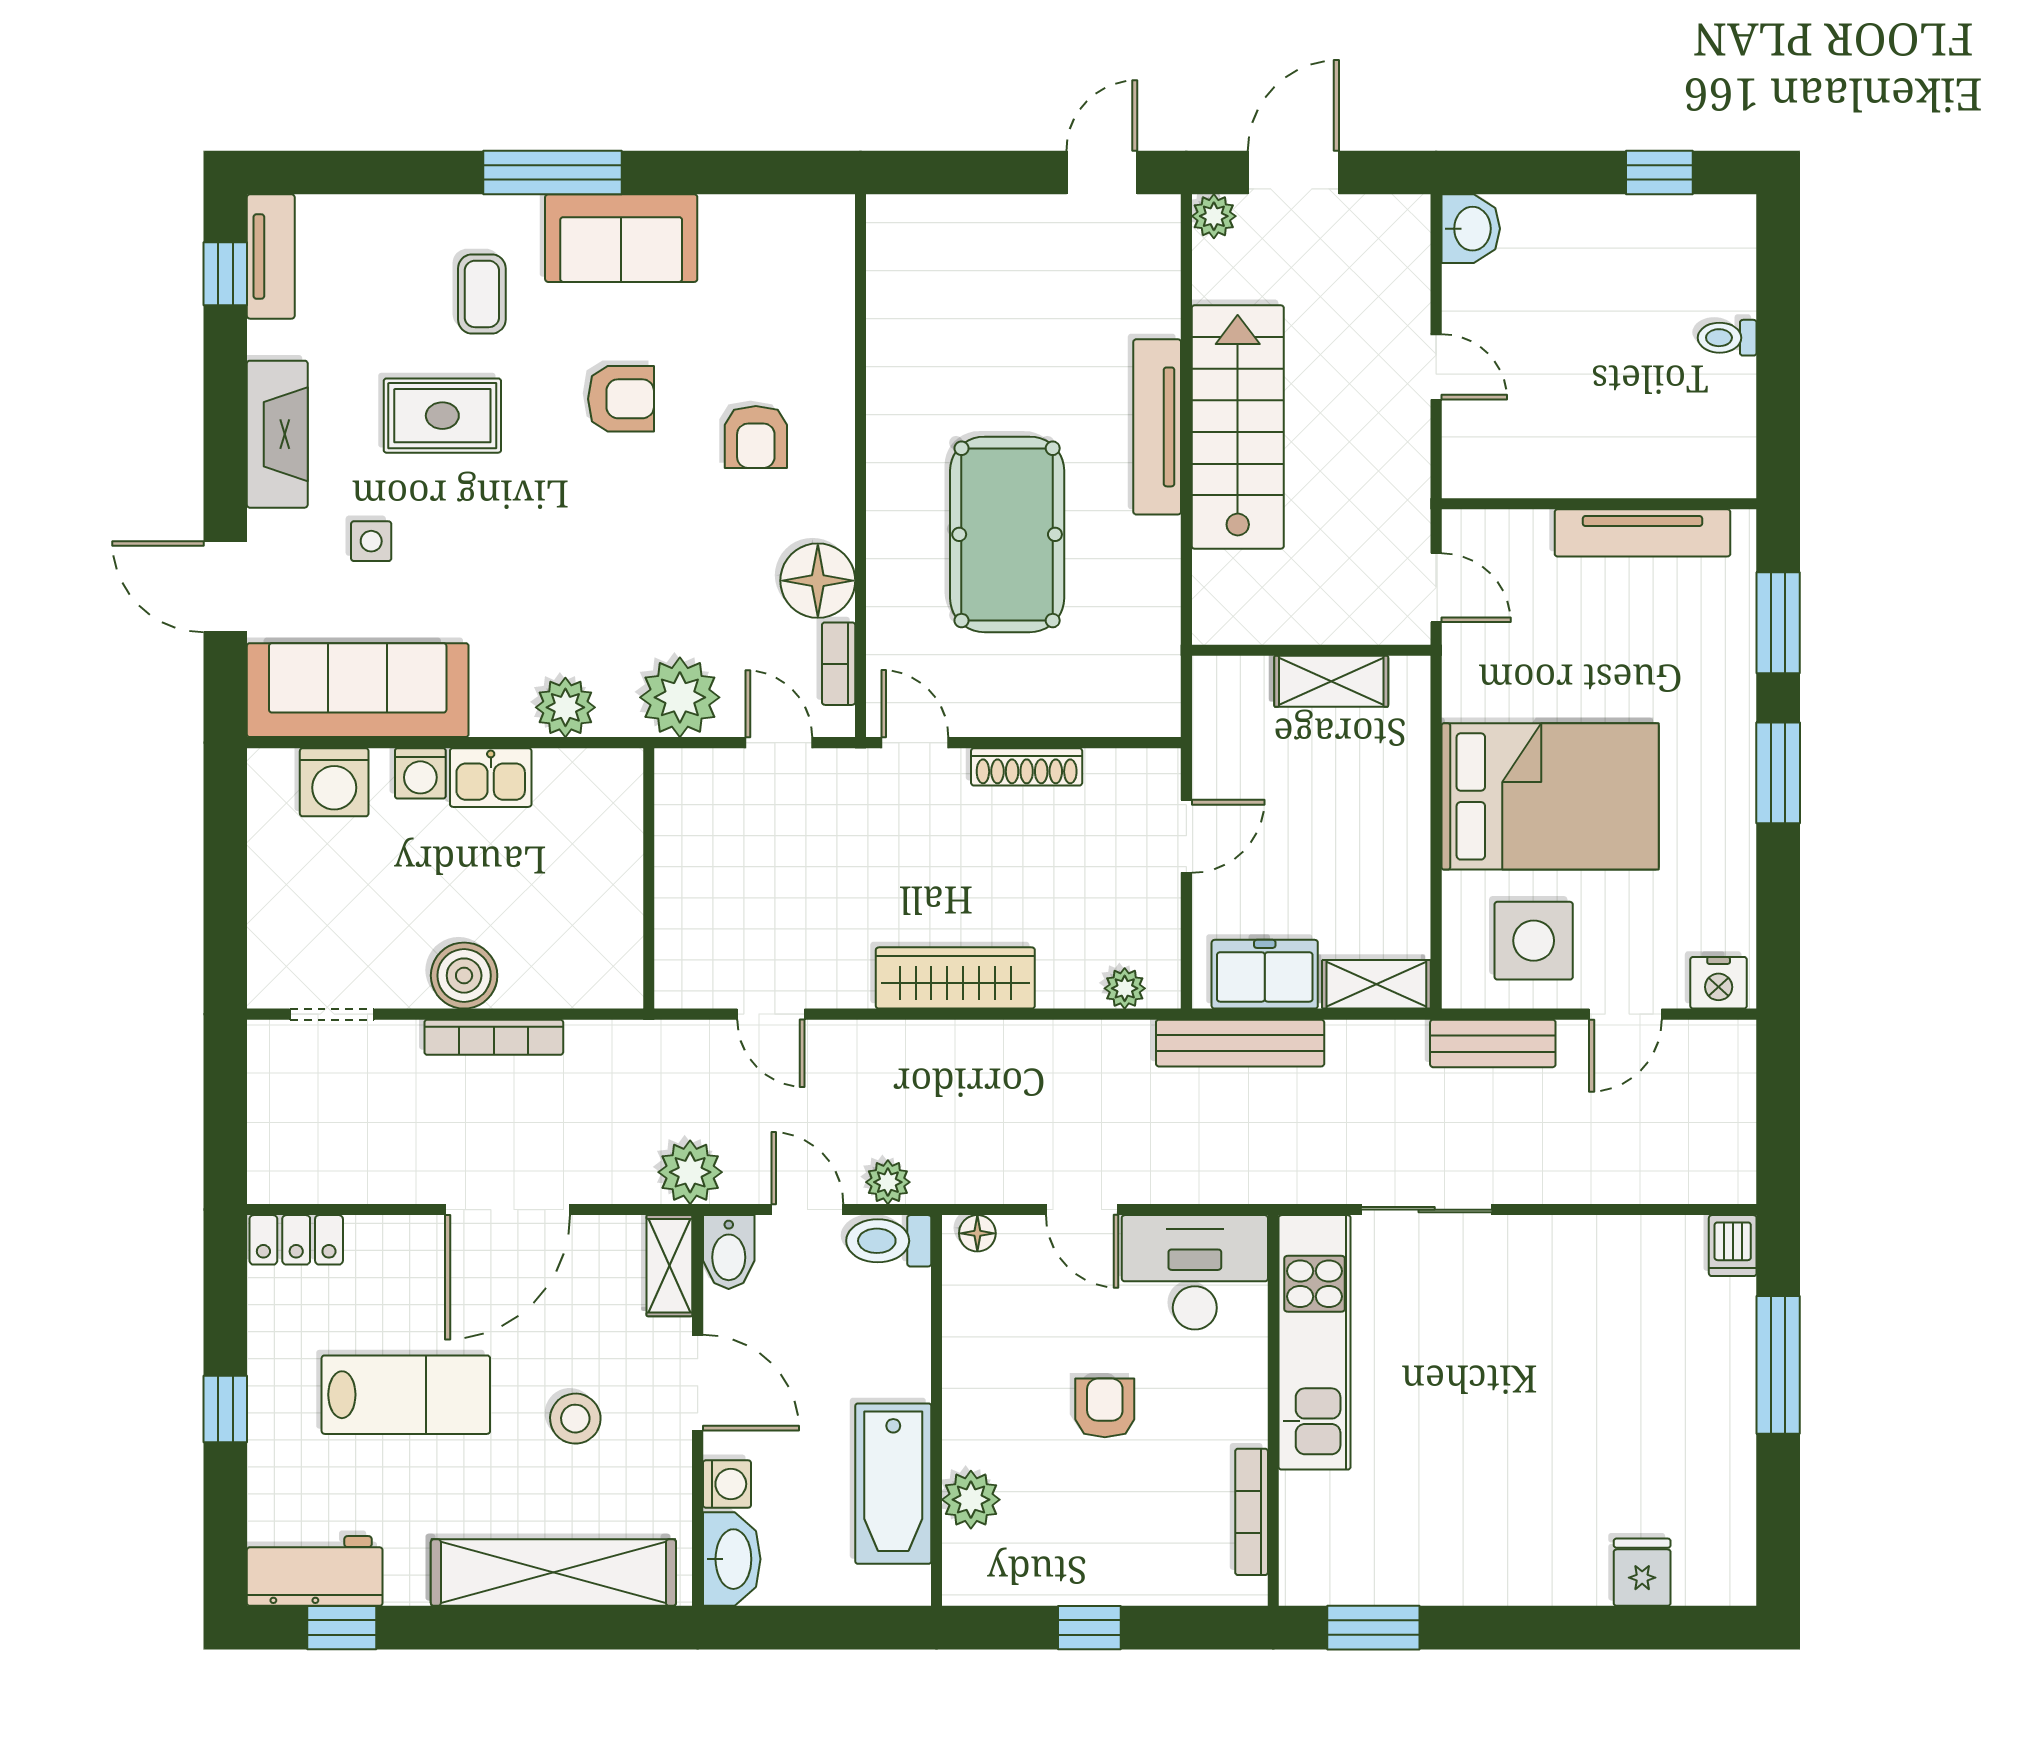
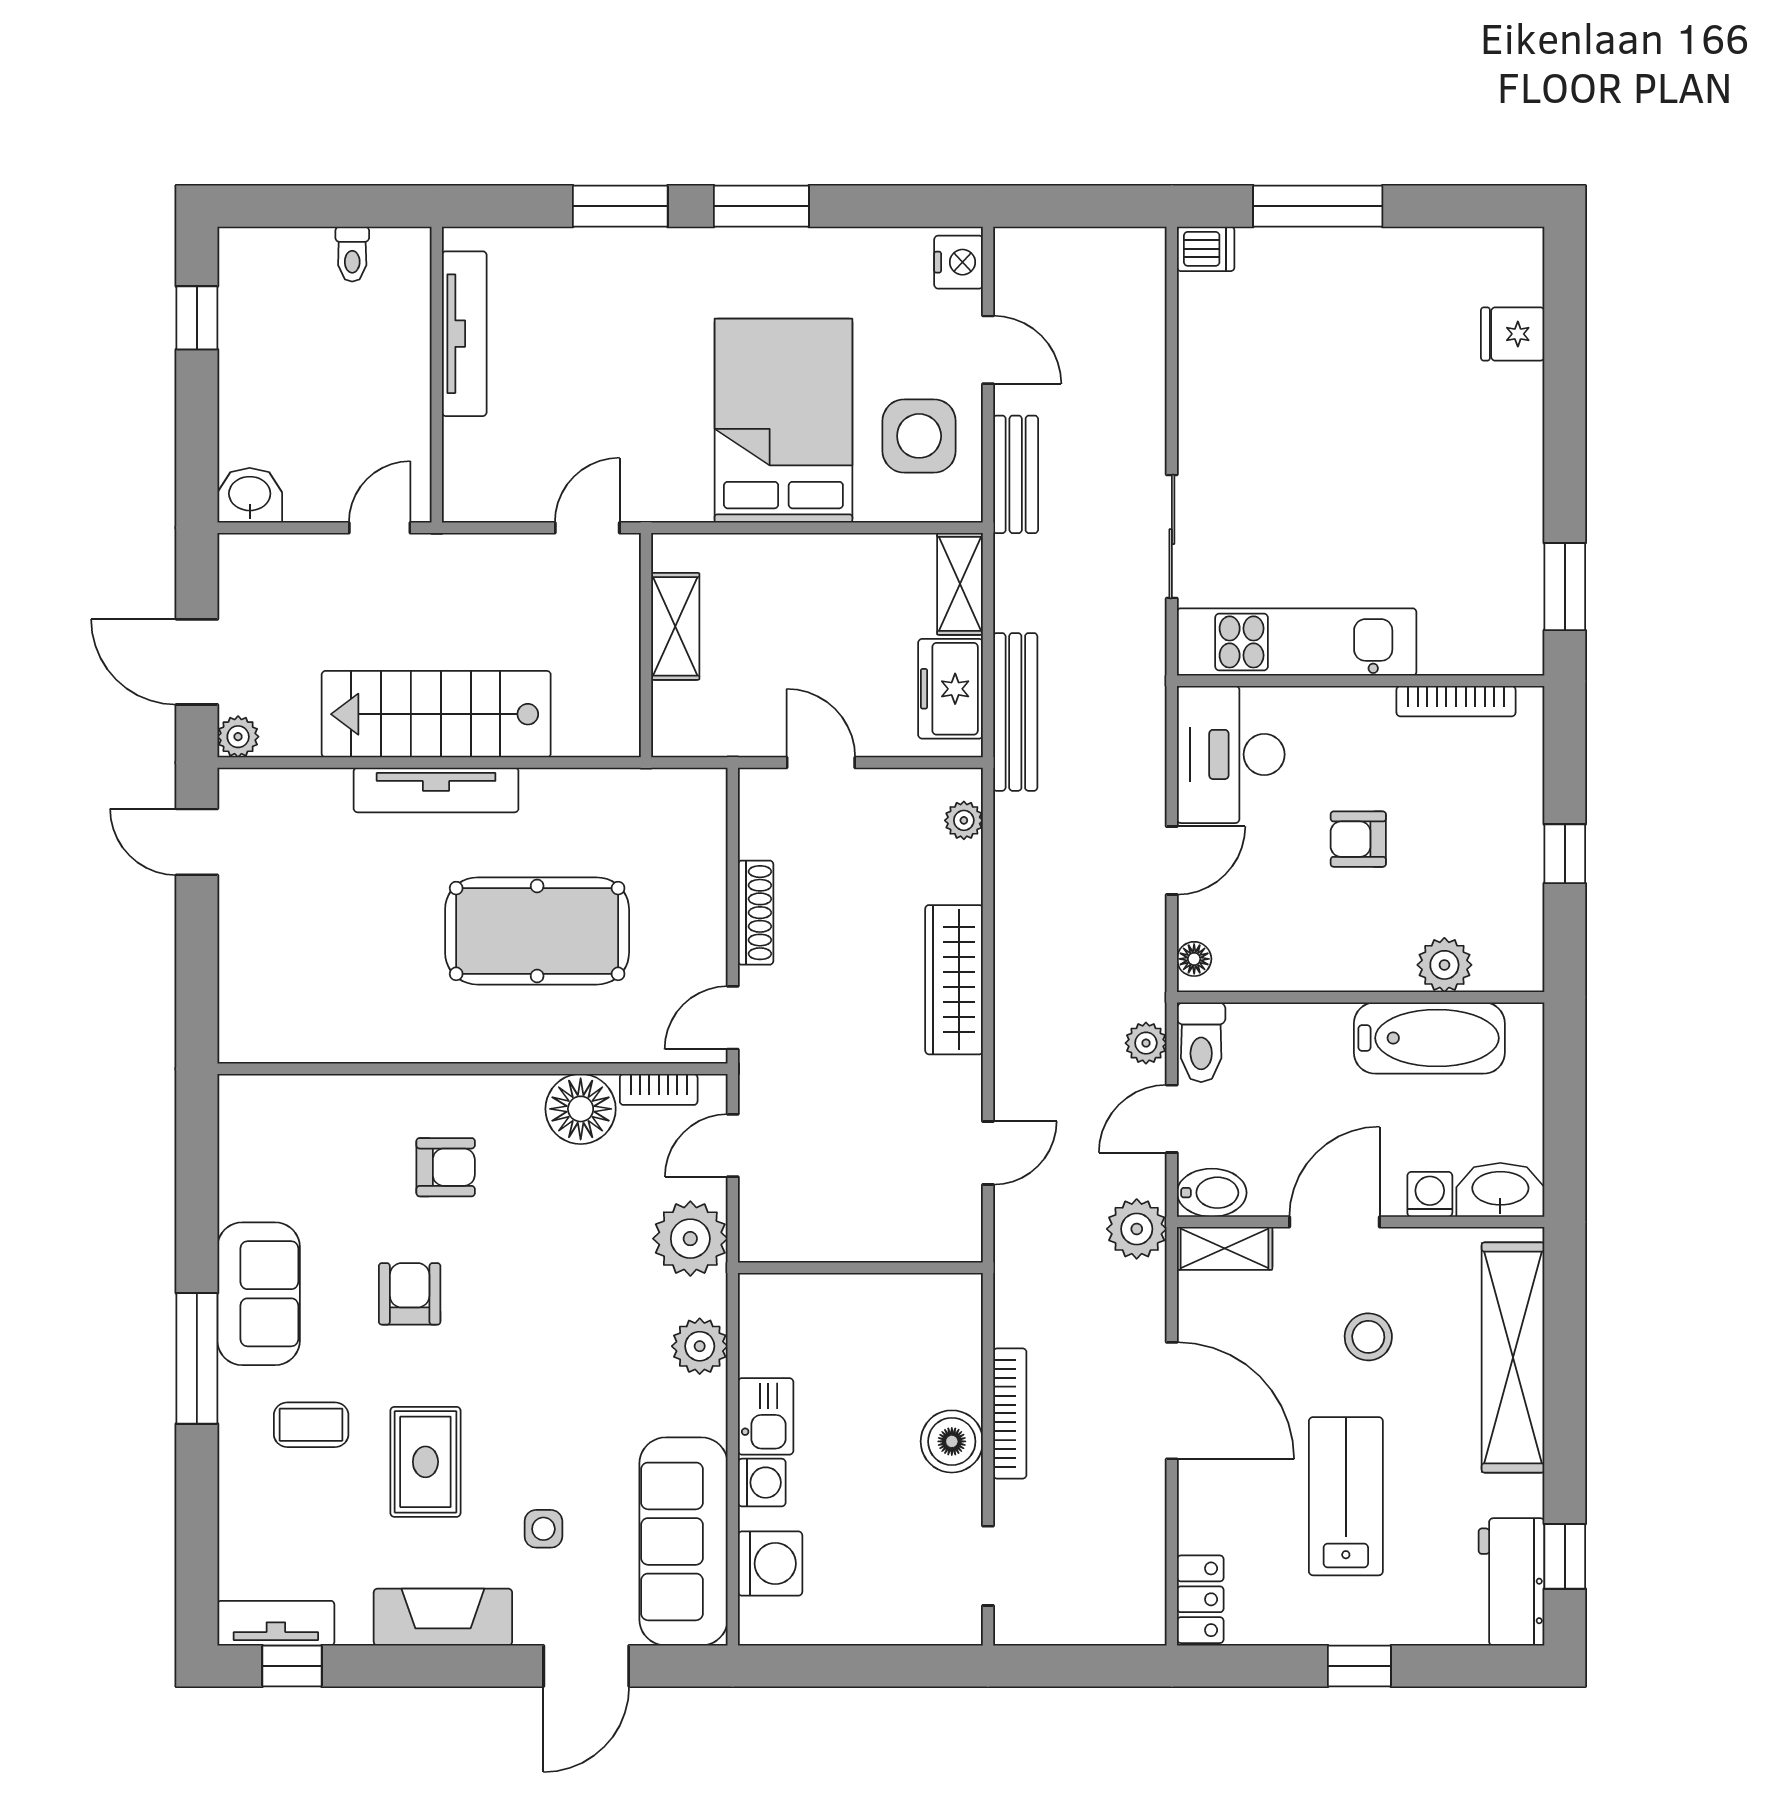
wall: (1599, 504) -> (437, 375), moved
tv unit: (1642, 533) -> (464, 334), moved

